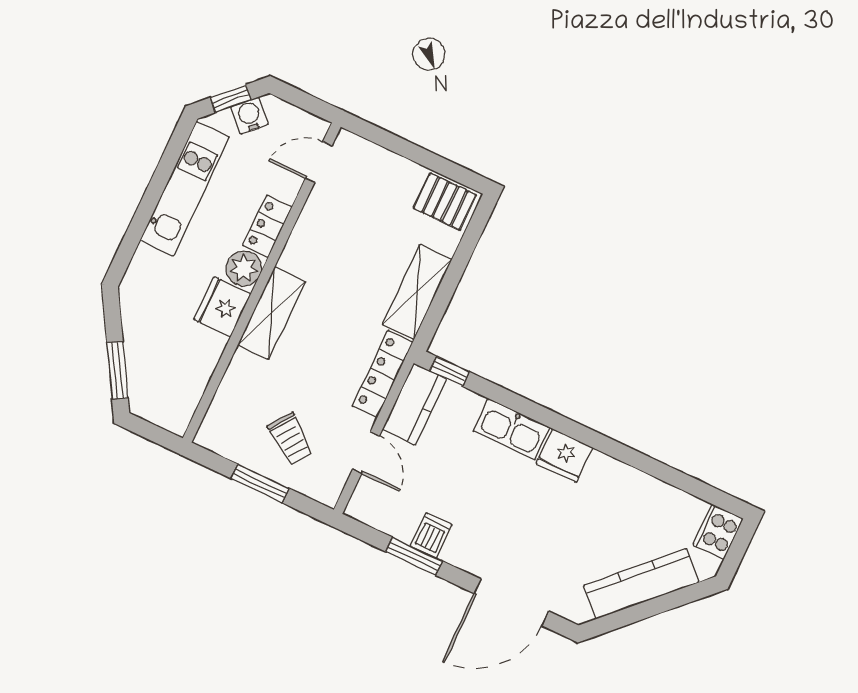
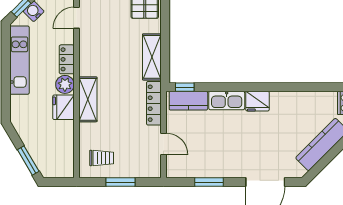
kitchen counter: (414, 404) -> (188, 101), moved, turned 90
trolley: (291, 439) -> (102, 158), moved, turned -36
dishwasher: (431, 535) -> (213, 168), removed

